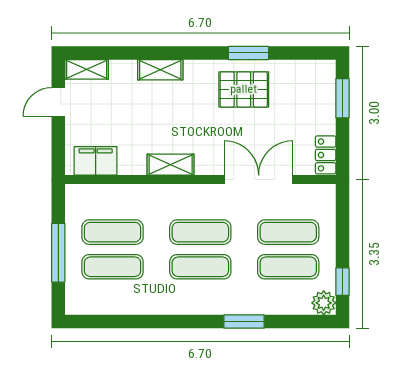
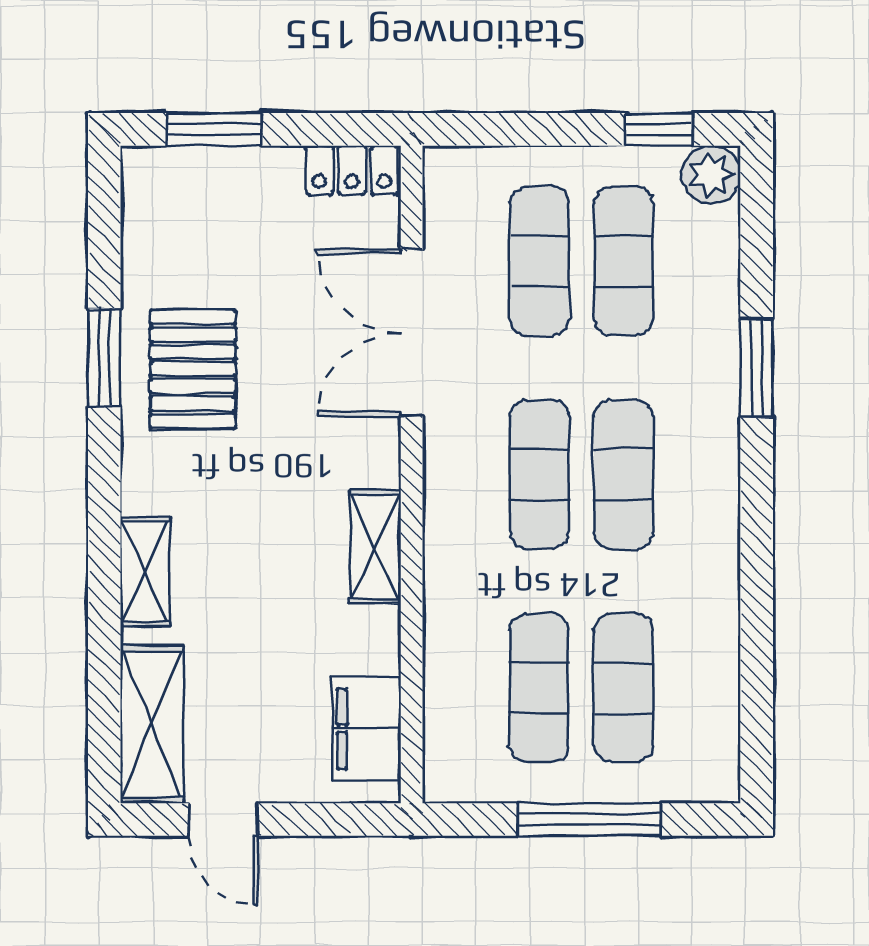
shelving: (87, 69) -> (152, 724), width x1.50, depth x1.33

